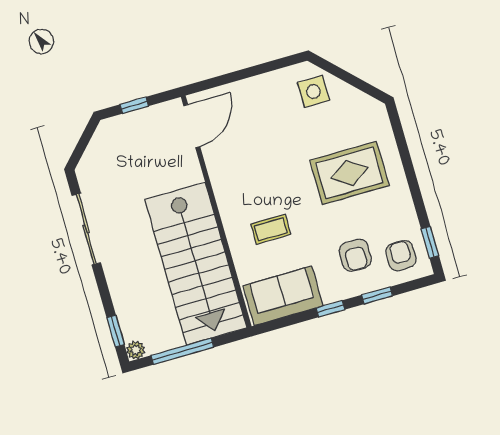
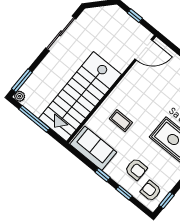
armchair: (355, 255) -> (136, 169), turned -90
armchair: (401, 256) -> (151, 191), turned -90
window: (116, 331) -> (22, 81), width x1.50

